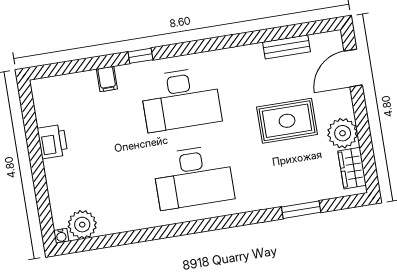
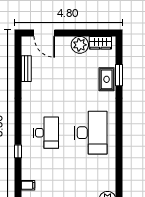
filing cabinet: (107, 79) -> (28, 185), moved
desk: (181, 99) -> (46, 133), width x0.73, depth x0.77
rug: (287, 121) -> (107, 79), moved, width x0.73, depth x0.70

